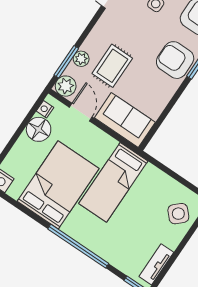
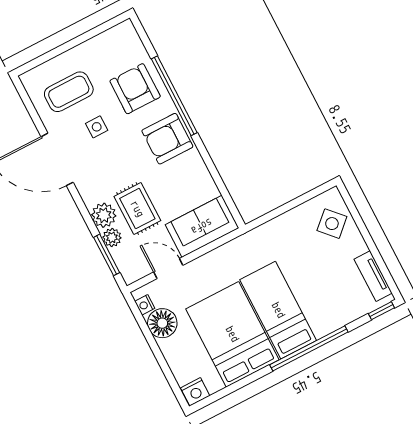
plant: (66, 86) -> (104, 215), moved
bed: (113, 182) -> (278, 310), moved, turned 180

